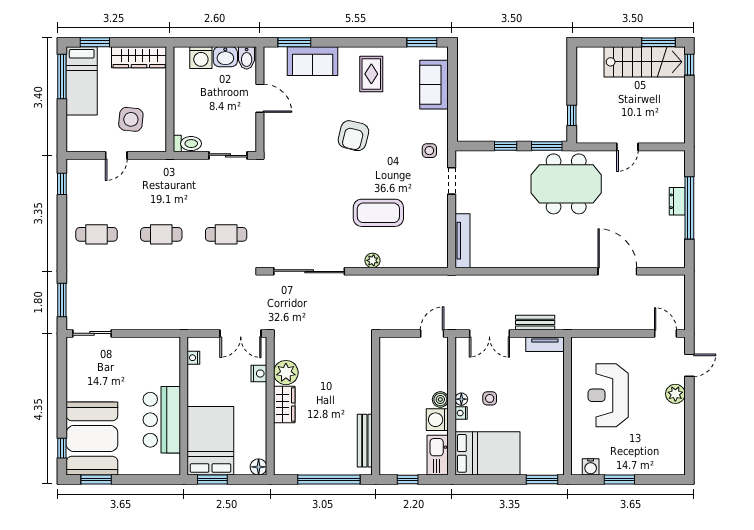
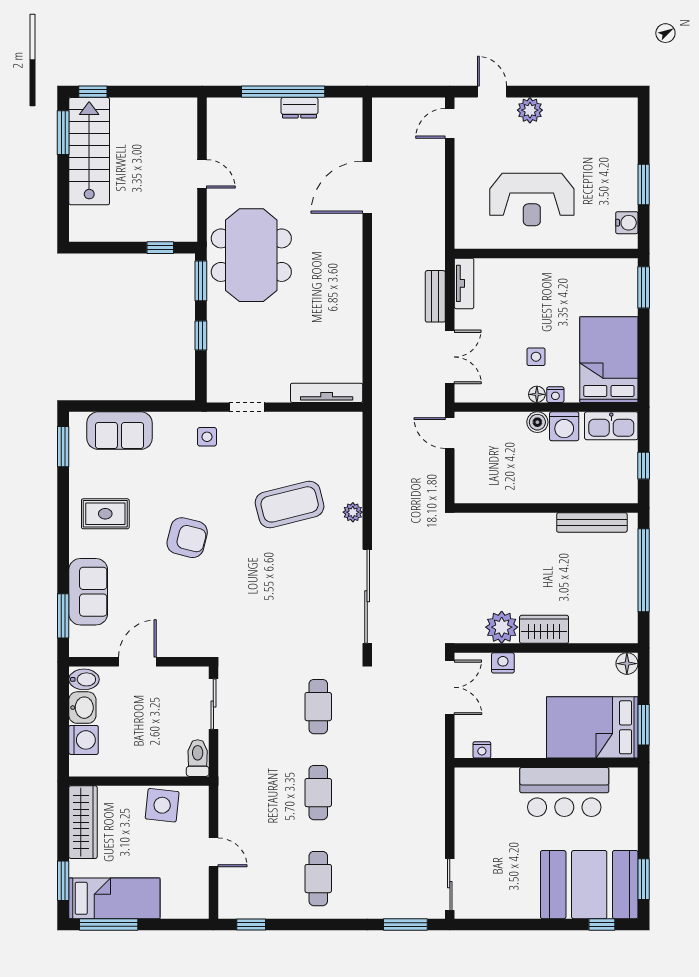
side table: (131, 119) -> (162, 805), moved
dresser: (677, 201) -> (299, 108), moved
coffee table: (378, 213) -> (290, 504), turned 76

